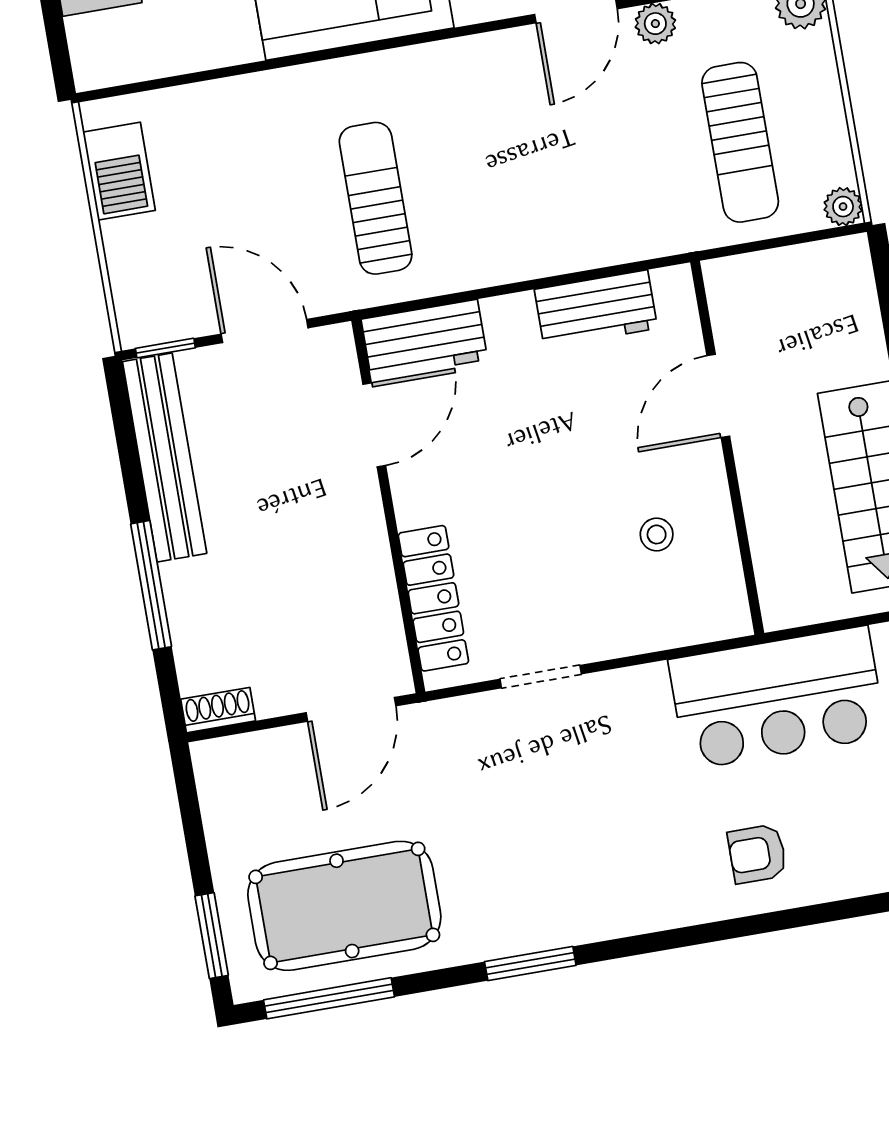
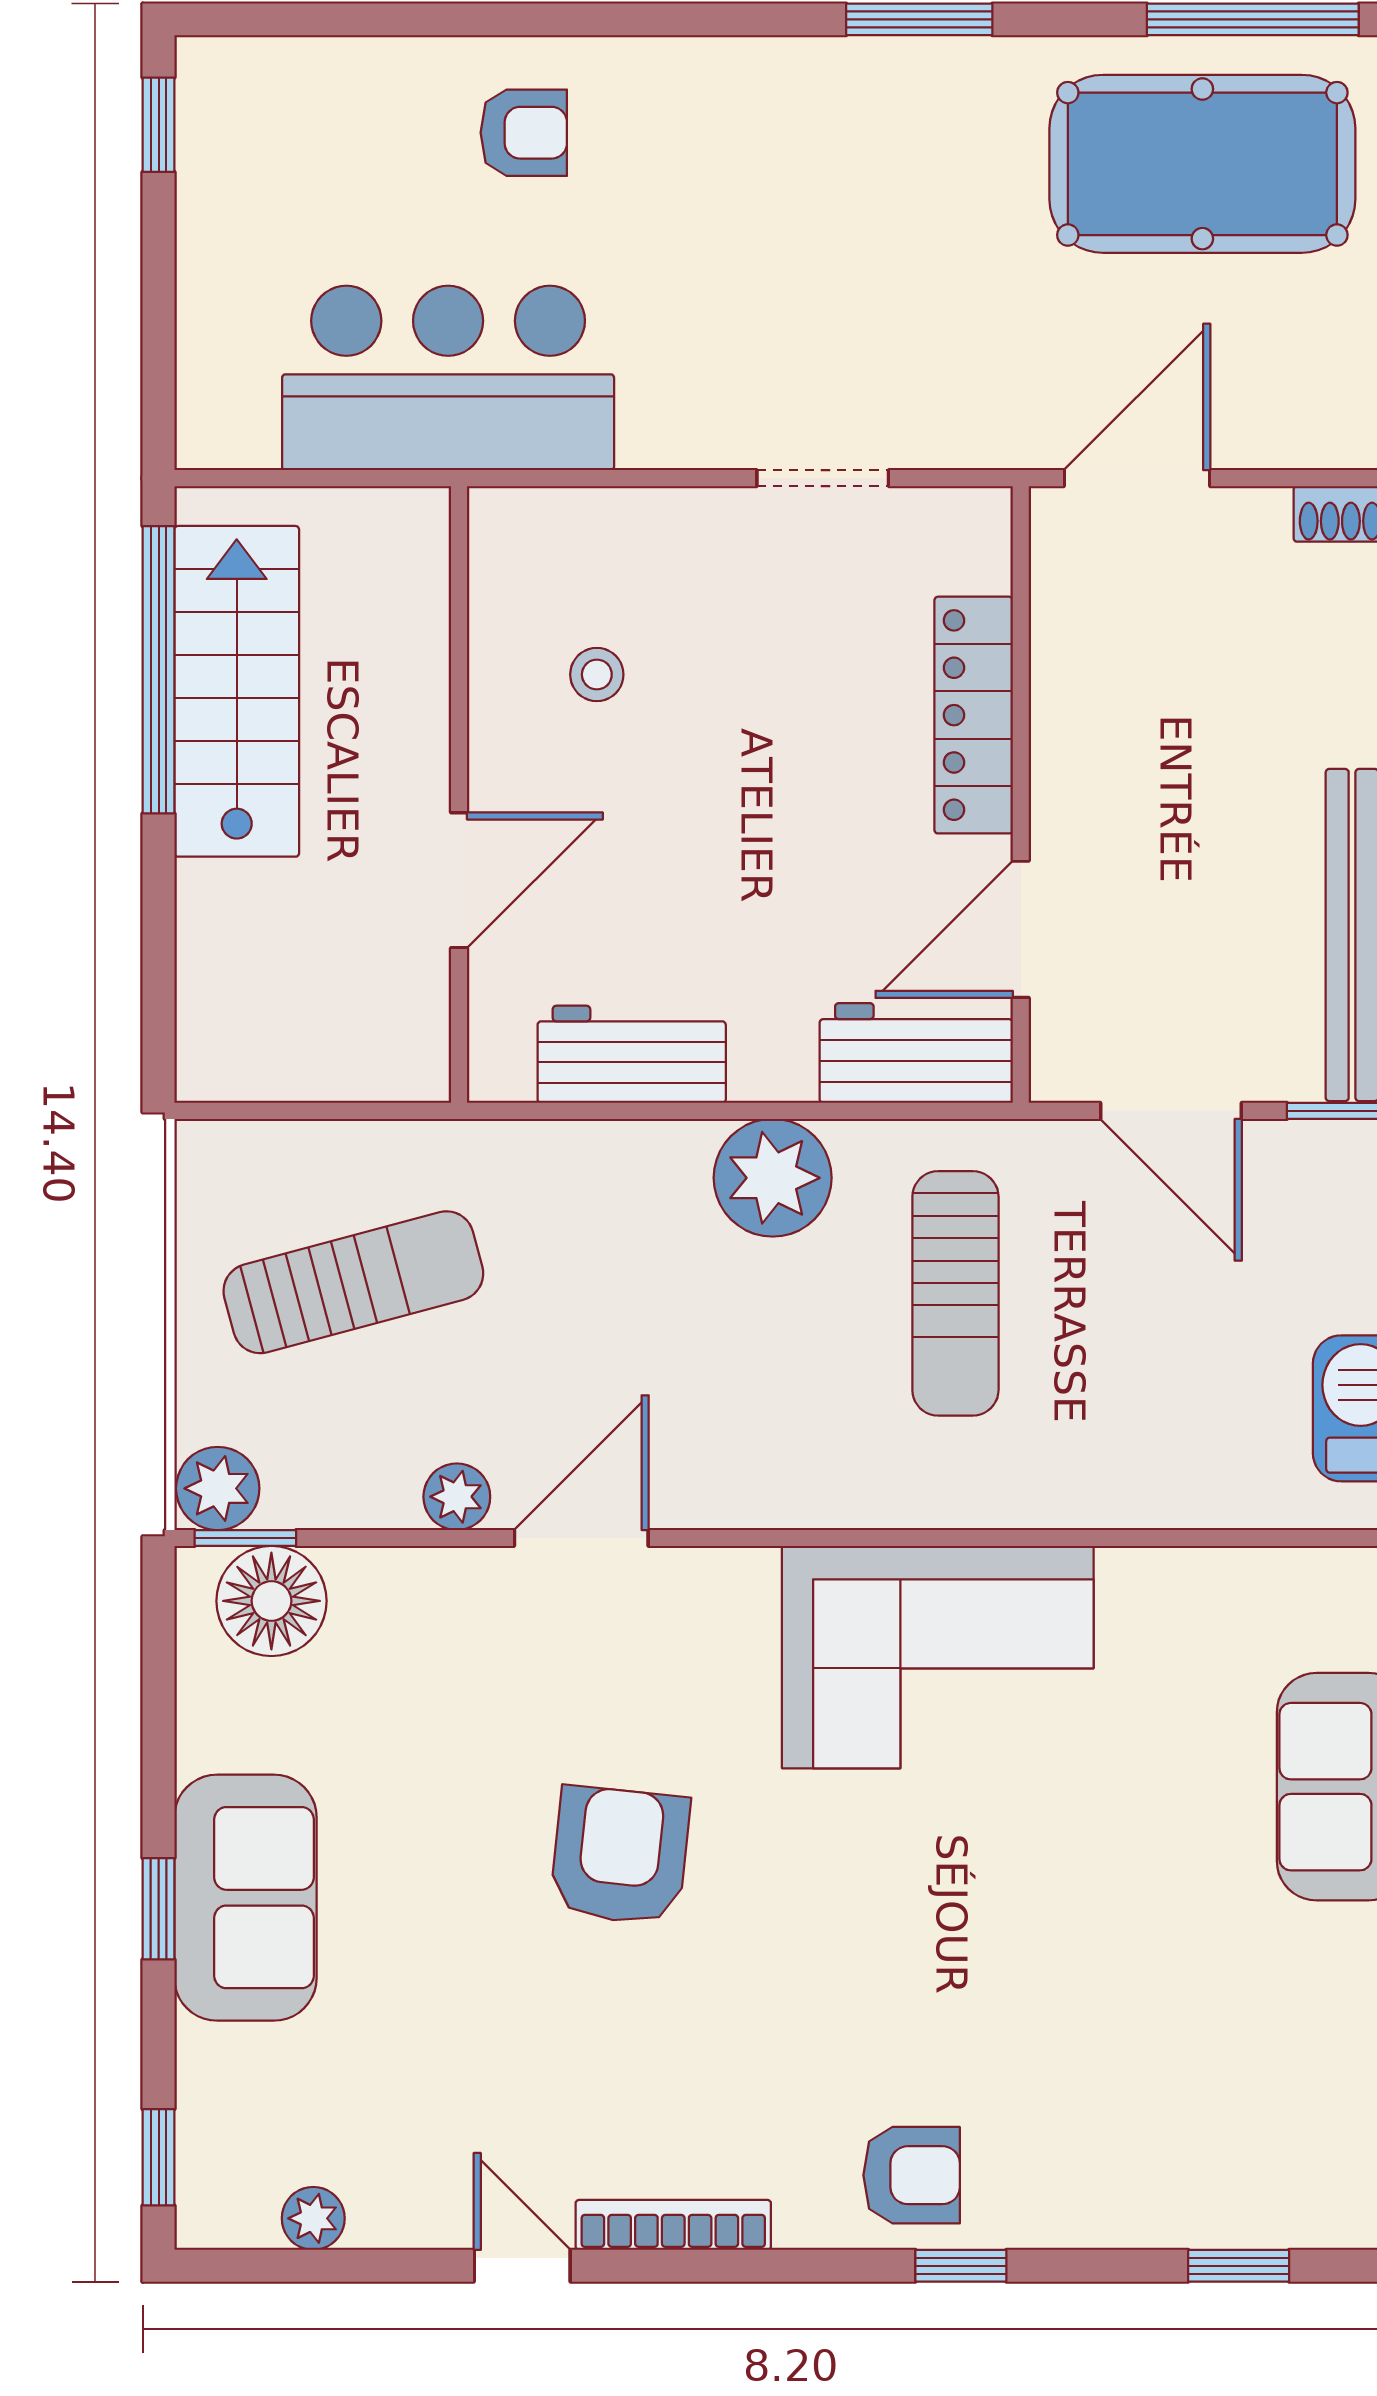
sun lounger: (740, 142) -> (353, 1282), turned 75
plant: (843, 207) -> (773, 1178), moved, width x1.88, depth x1.88
locker: (433, 598) -> (974, 715), moved

